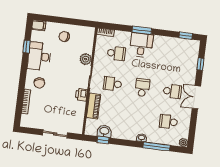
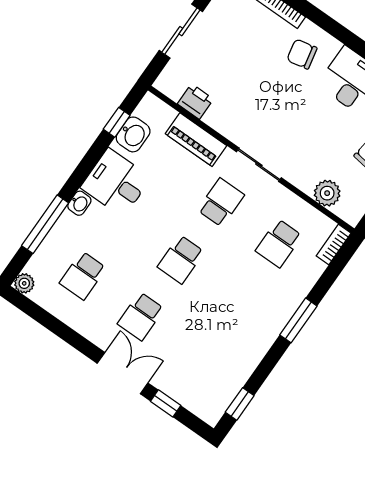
desk: (141, 45) -> (116, 183), moved, turned 180
plant: (86, 59) -> (327, 193), moved
school desk: (142, 88) -> (181, 259), turned 90
printer: (81, 95) -> (195, 101), moved
double door: (196, 97) -> (123, 373), moved
school desk: (168, 122) -> (83, 276), turned 180

